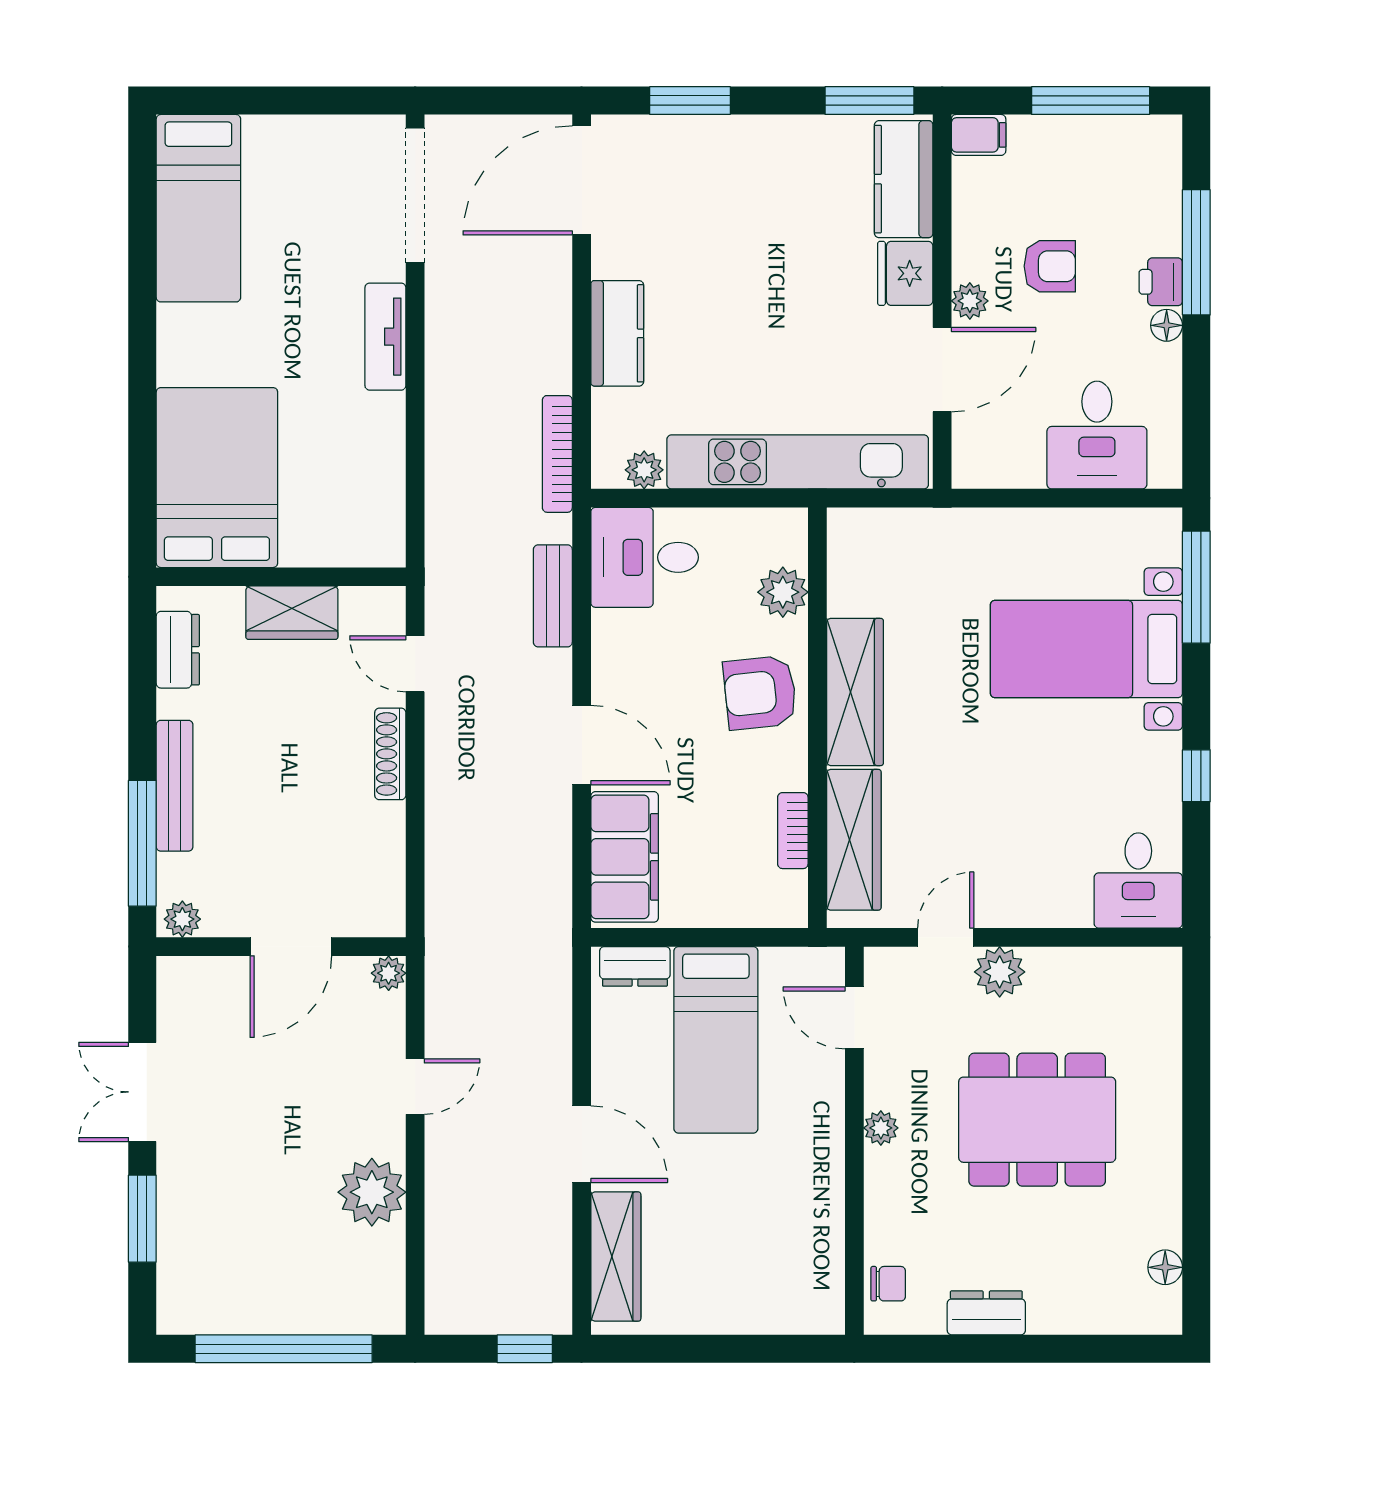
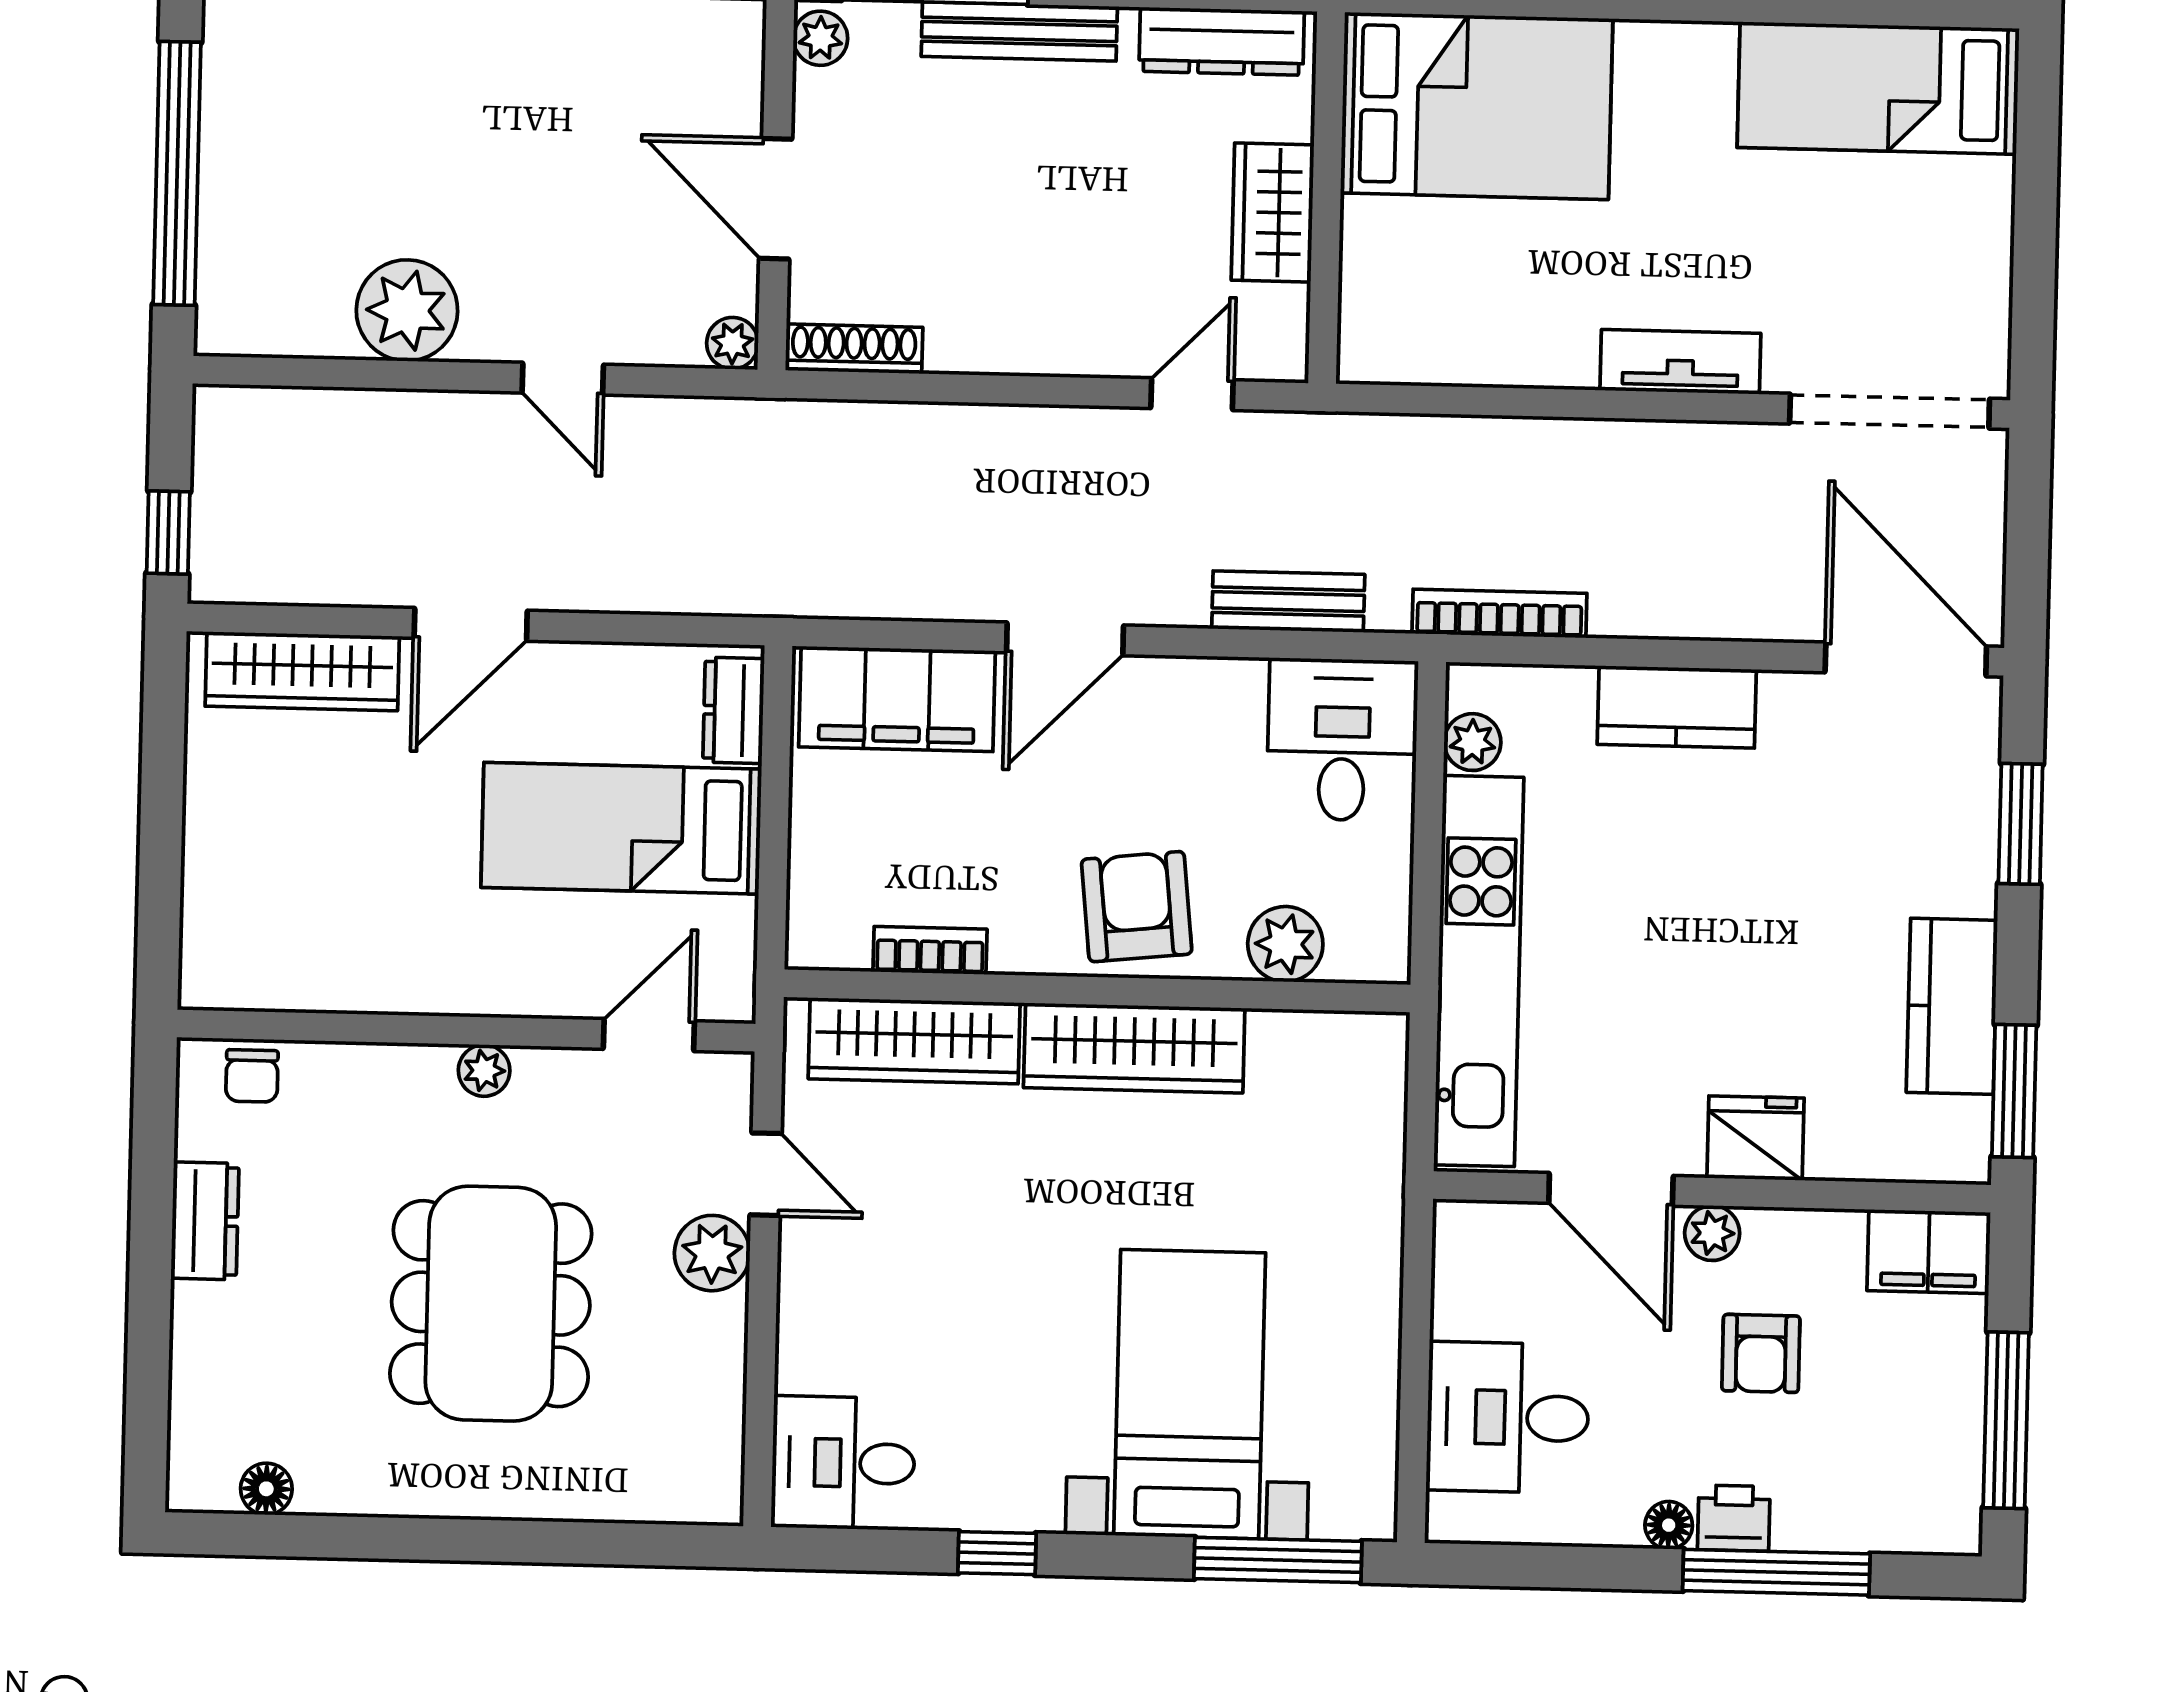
filing cabinet: (979, 135) -> (1929, 1251), width x2.00
kitchen counter: (904, 179) -> (1952, 1006), moved, turned -90
dresser: (178, 650) -> (1222, 41), width x1.44
shoe rack: (390, 754) -> (854, 349), moved

